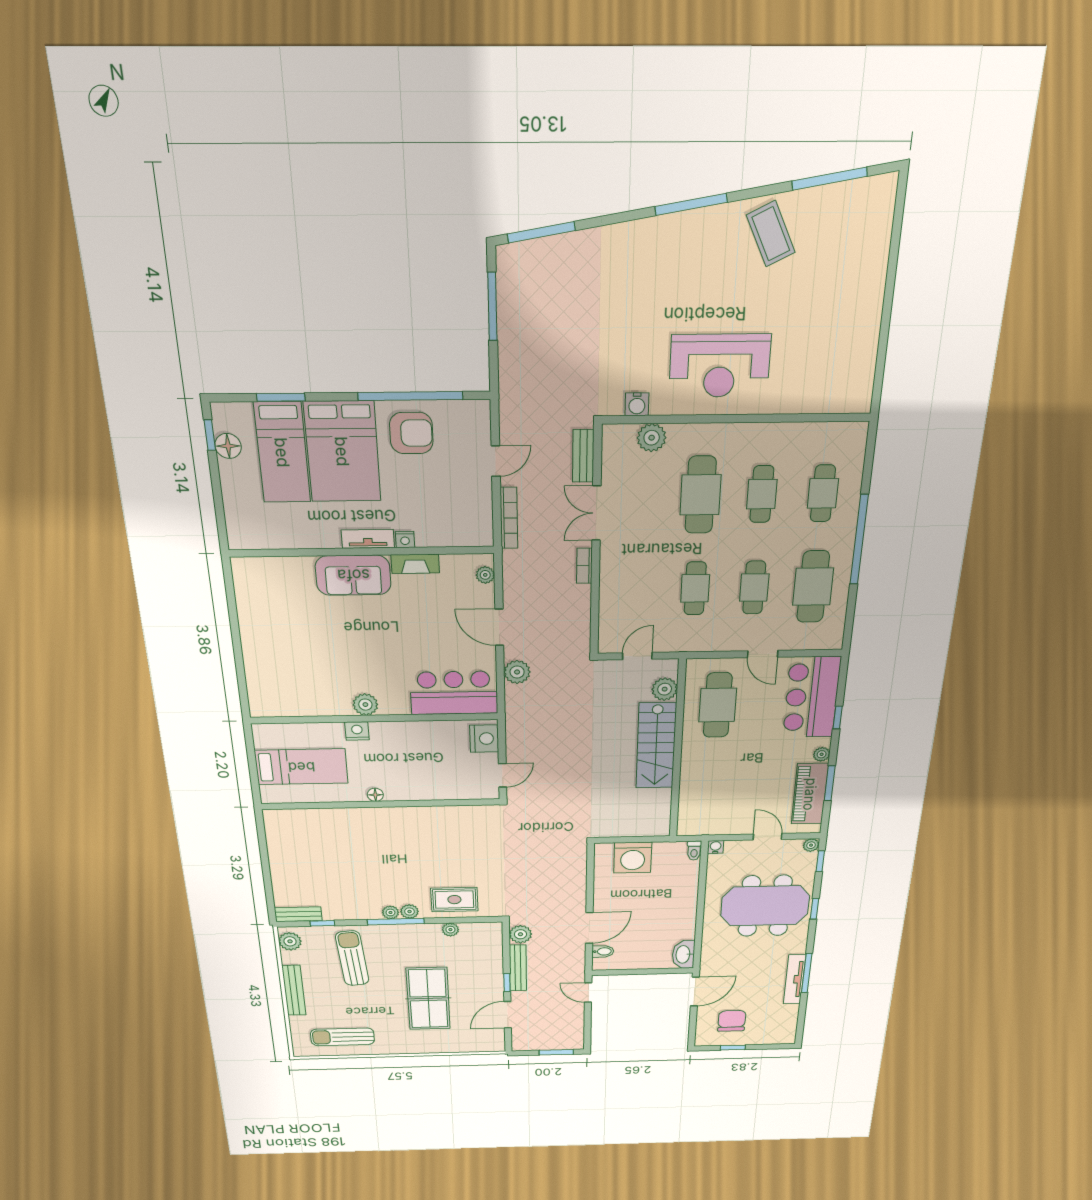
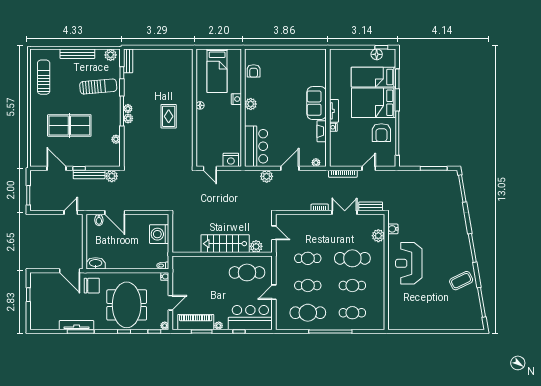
door: (496, 461) -> (369, 168), swing flipped
armchair: (295, 700) -> (254, 71), added
rug: (454, 900) -> (169, 116), moved
chair: (732, 1021) -> (92, 286), moved

